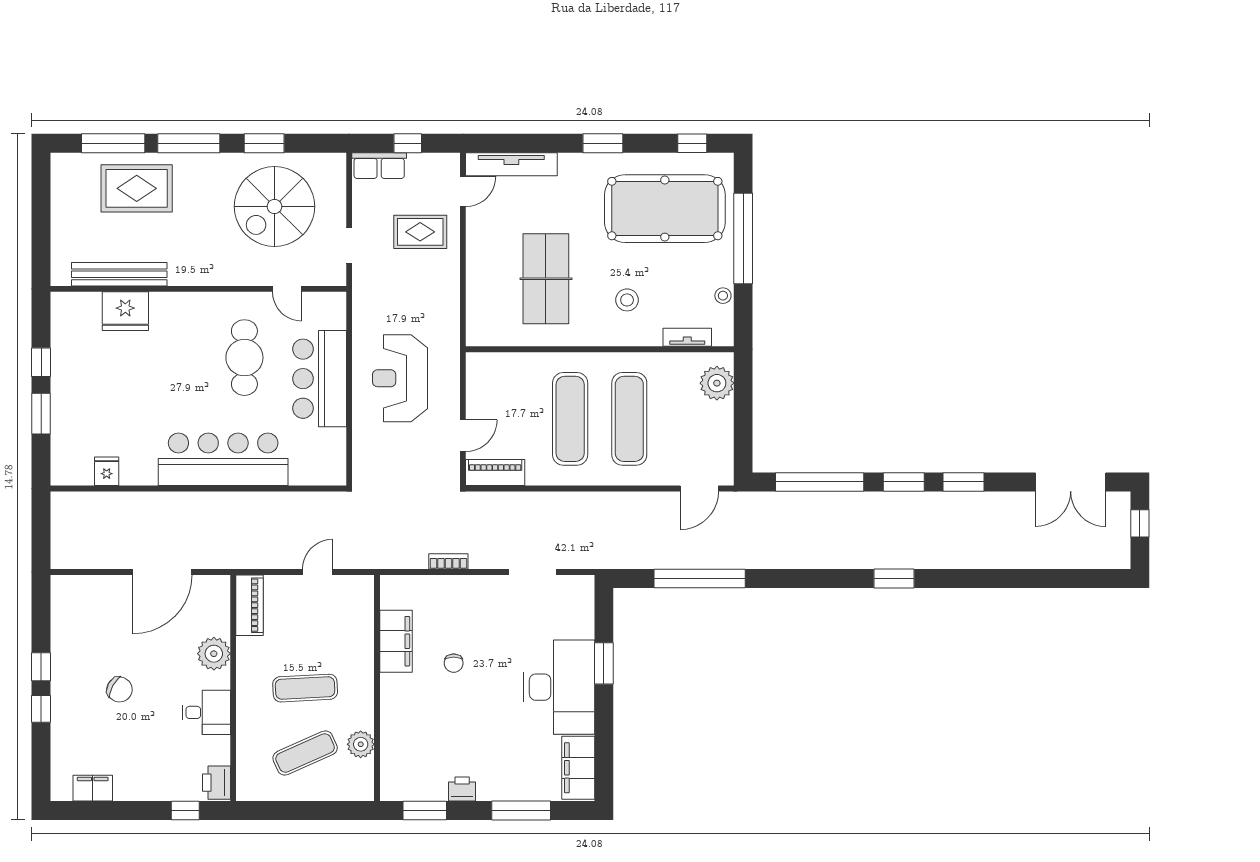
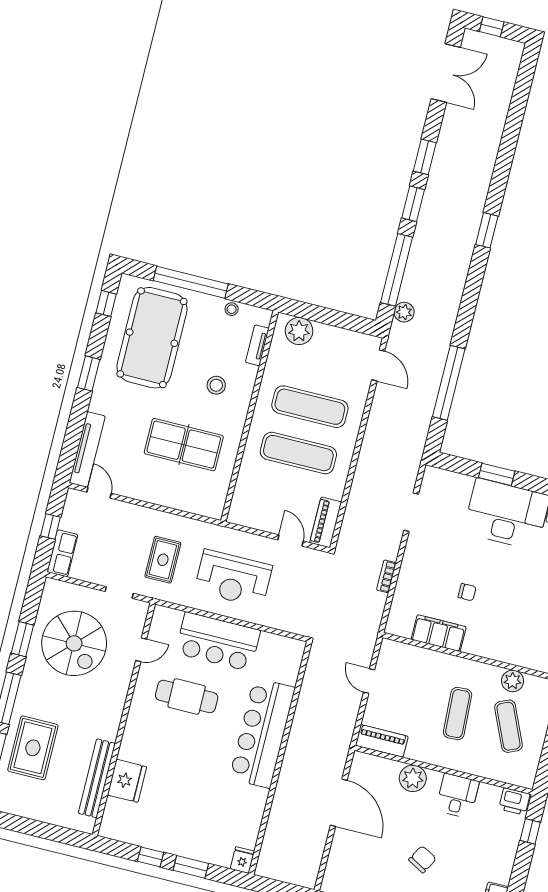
rug: (420, 232) -> (163, 560), moved
fridge: (107, 471) -> (242, 860), moved, turned 90
plant: (771, 504) -> (404, 312), added

